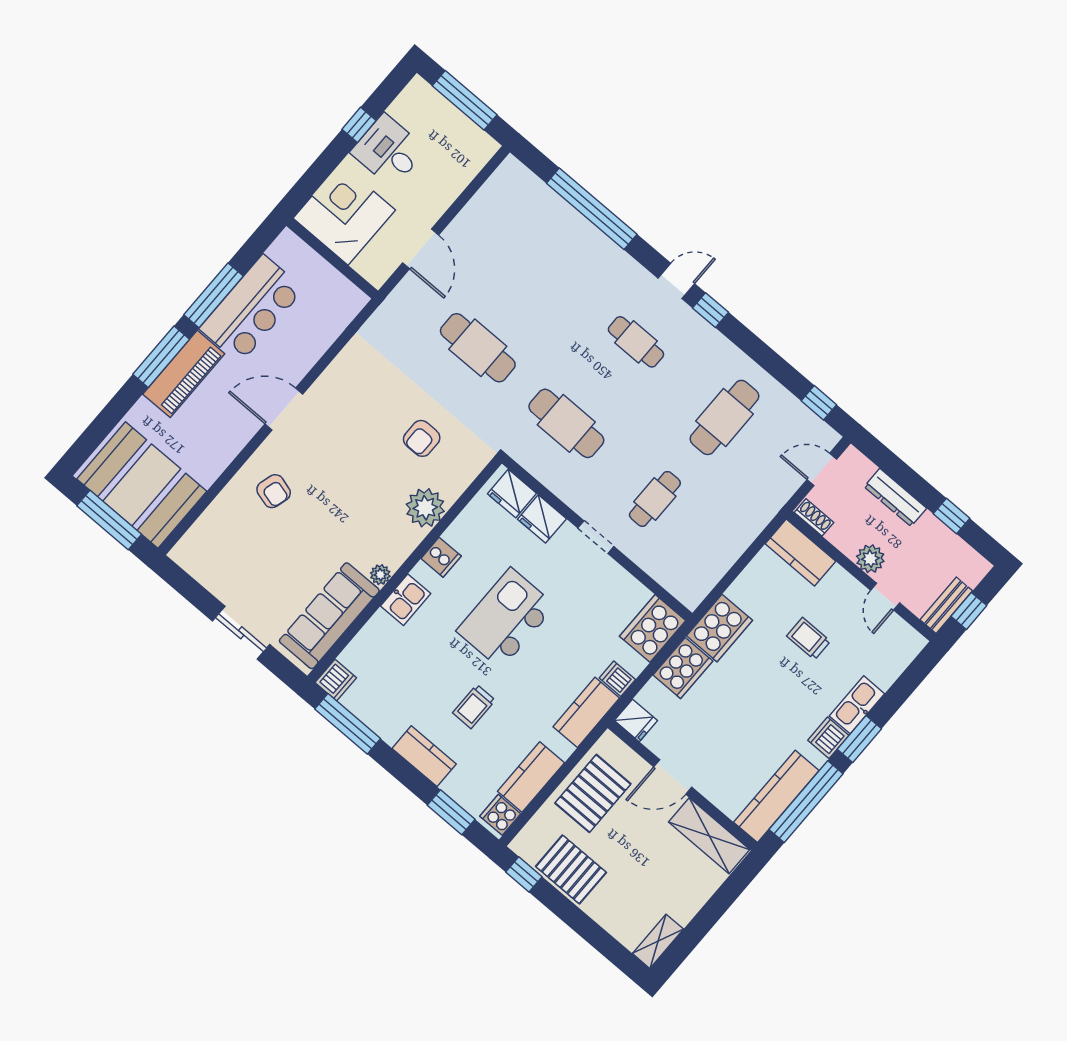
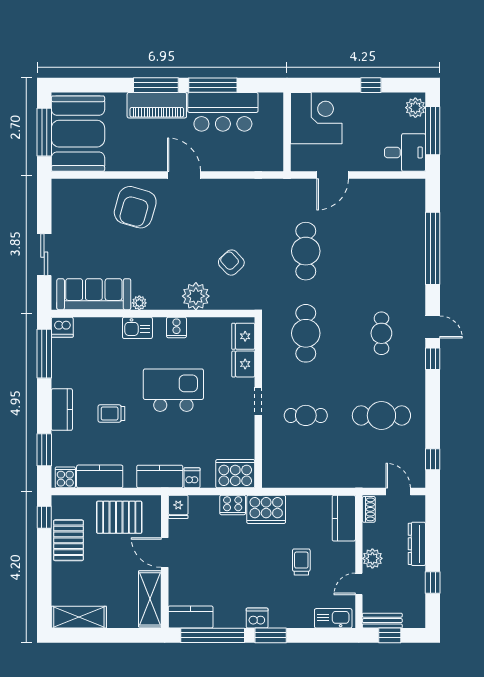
plant: (424, 98) -> (415, 108), added
desk: (388, 151) -> (405, 153), moved, turned 90
armchair: (422, 438) -> (231, 263), turned 47
armchair: (274, 491) -> (135, 207), width x1.88, depth x1.88
cooker: (683, 668) -> (233, 505), width x0.73, depth x0.76
kitchen sink: (857, 705) -> (333, 618), moved
kitchen counter: (776, 796) -> (191, 617), width x0.67
shelving: (658, 941) -> (79, 617), width x1.50, depth x1.33

